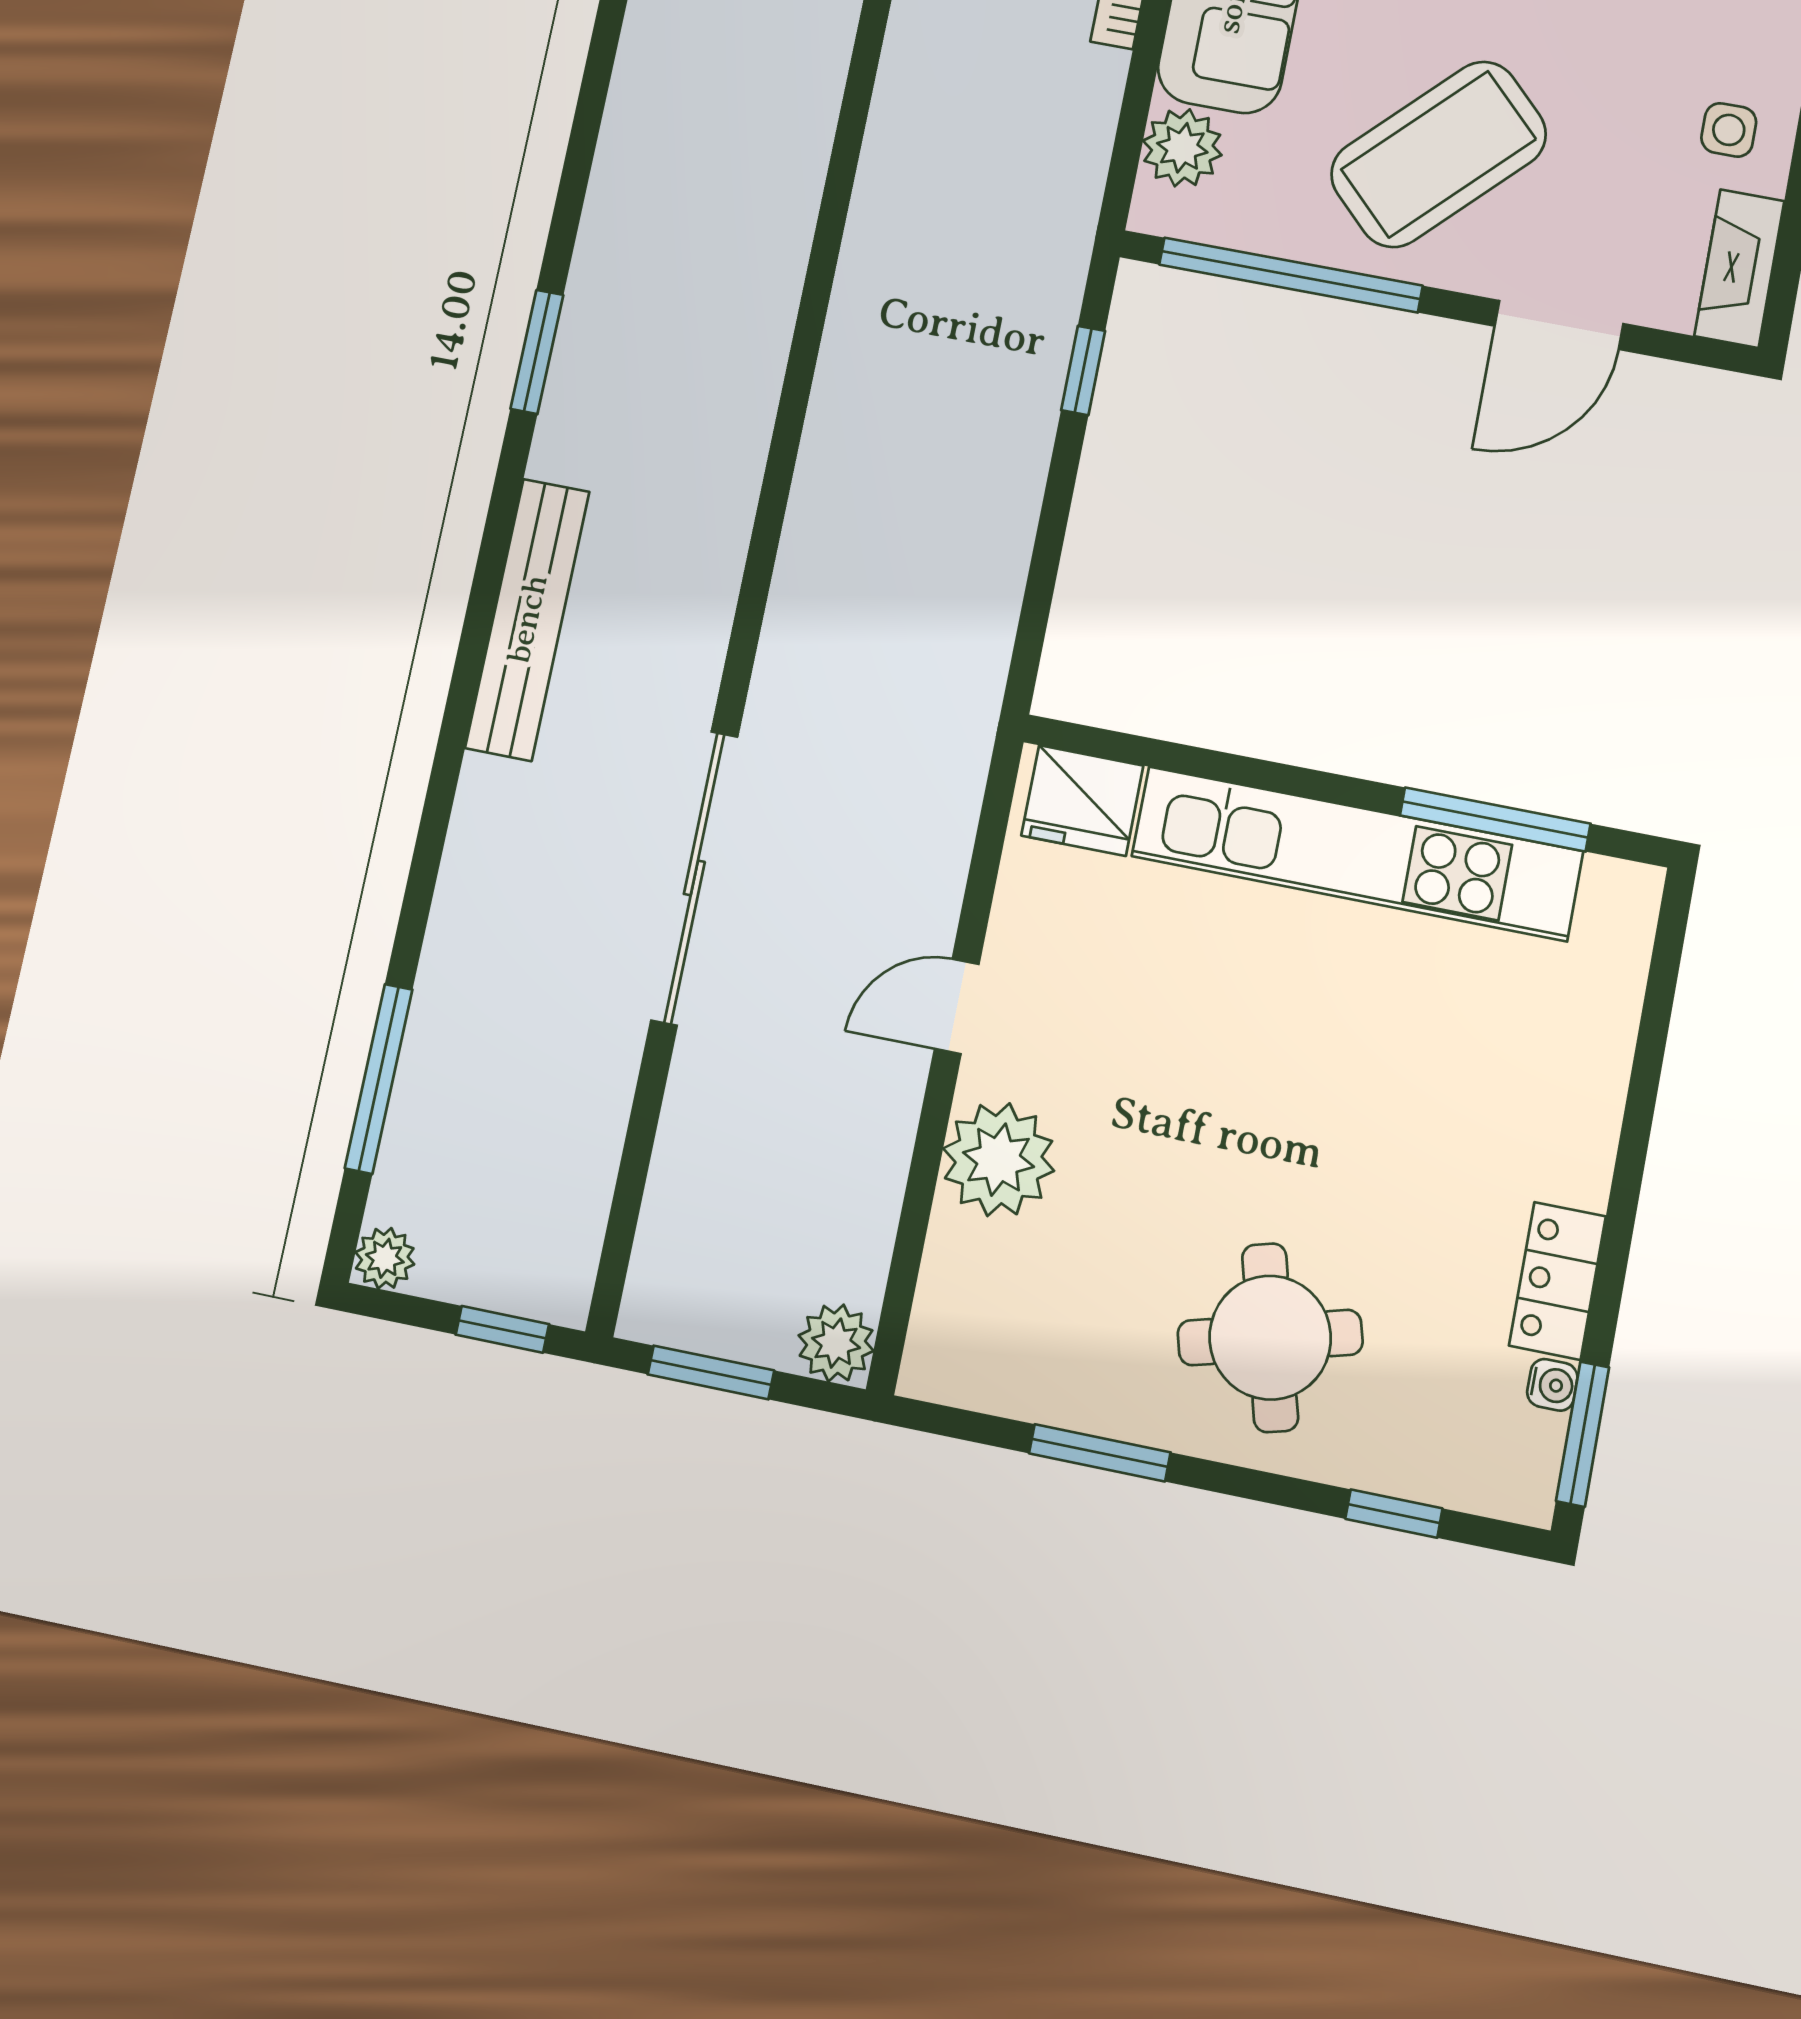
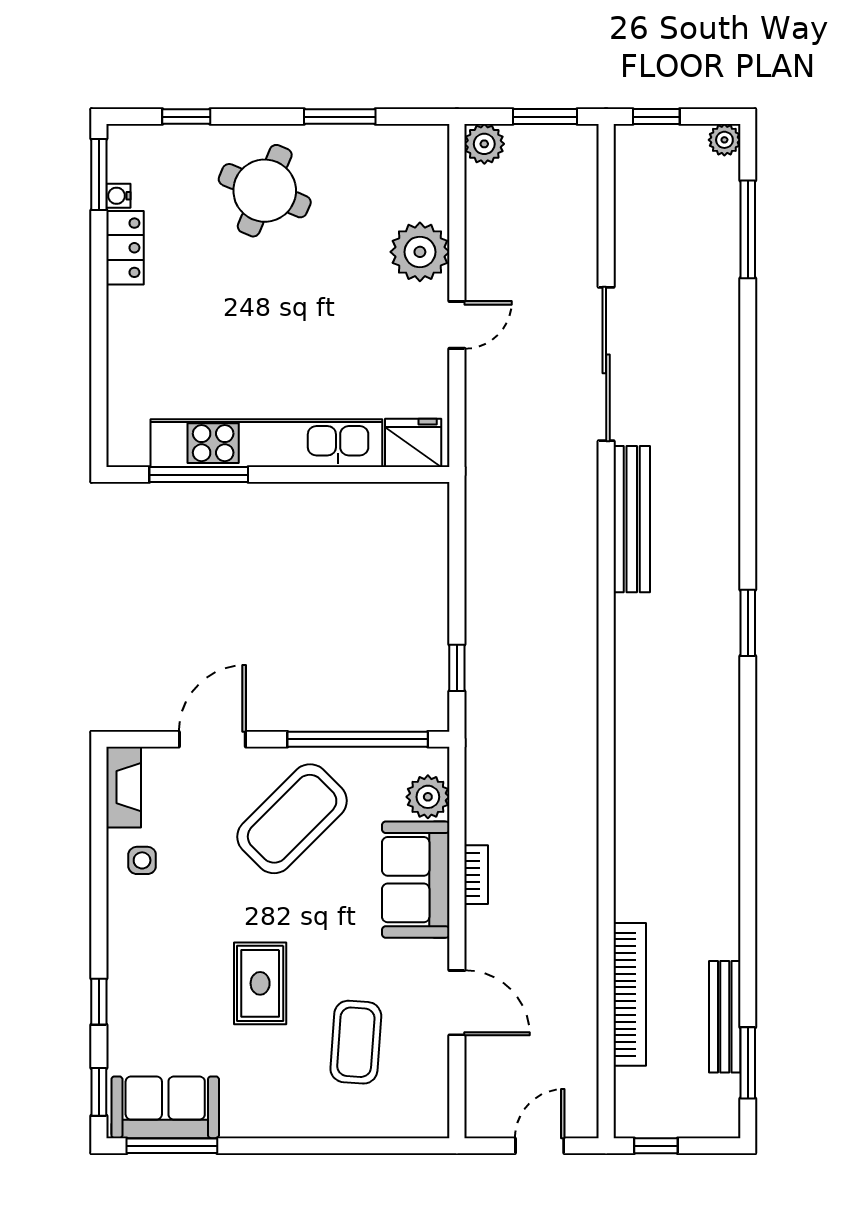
bench: (527, 619) -> (632, 519), moved
round table: (1270, 1338) -> (265, 191), turned 38

